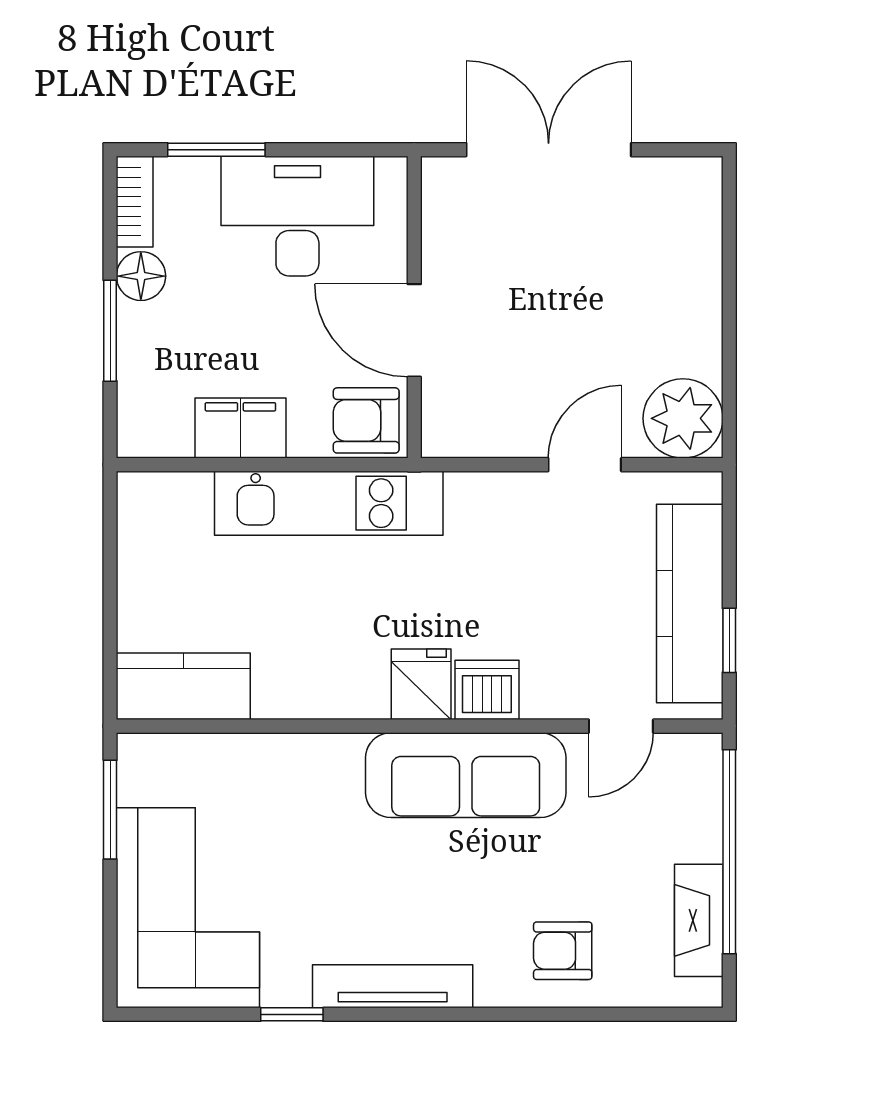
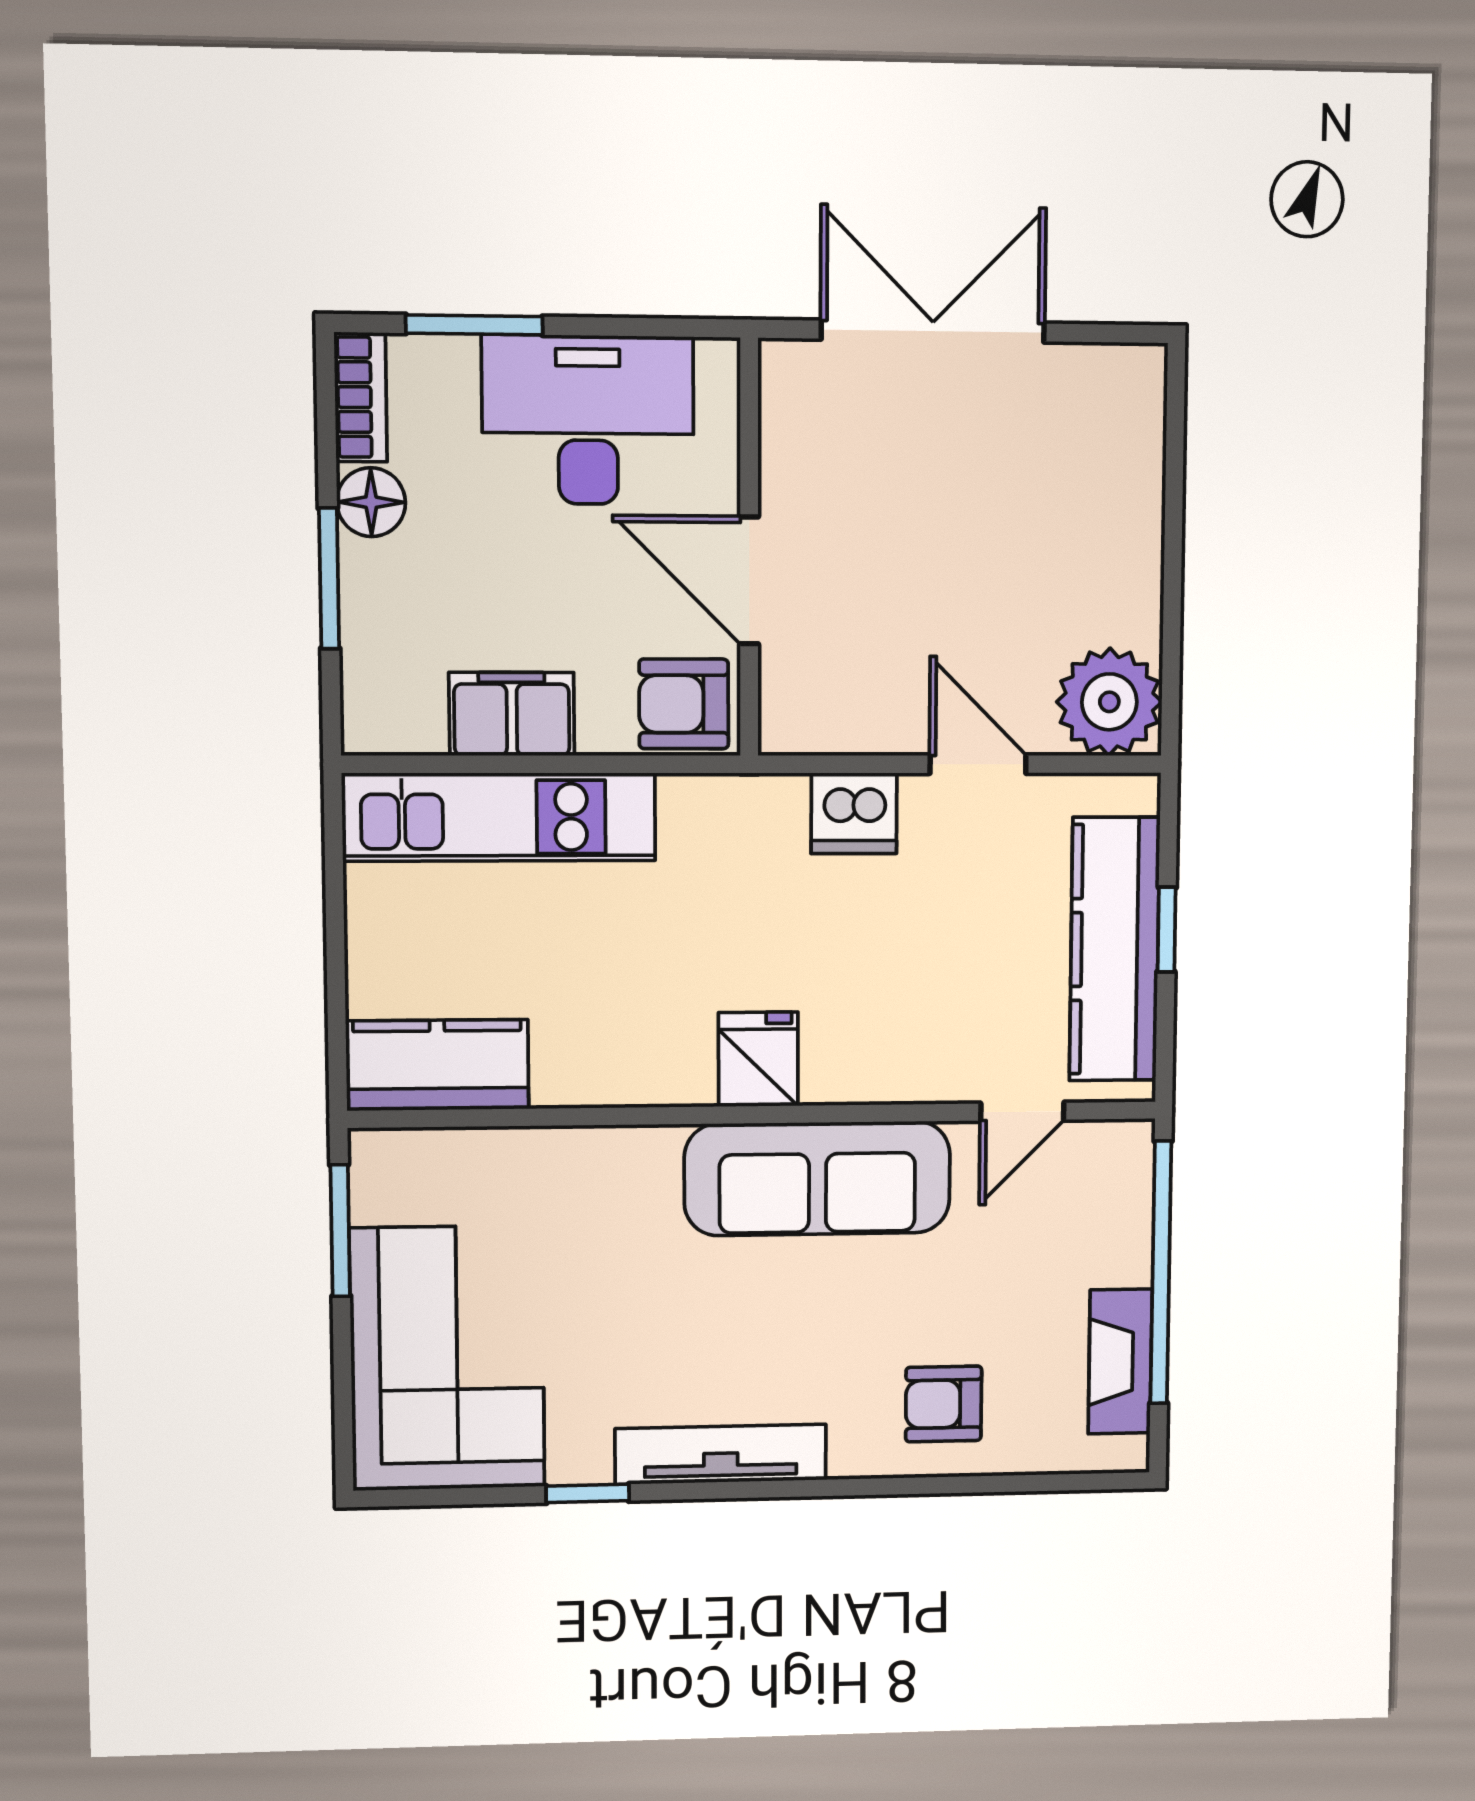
door: (585, 465) -> (978, 764), hinge flipped
kitchen unit: (329, 503) -> (499, 817), moved
window: (729, 640) -> (1167, 930), moved
dishwasher: (487, 690) -> (854, 813), moved, turned 180

